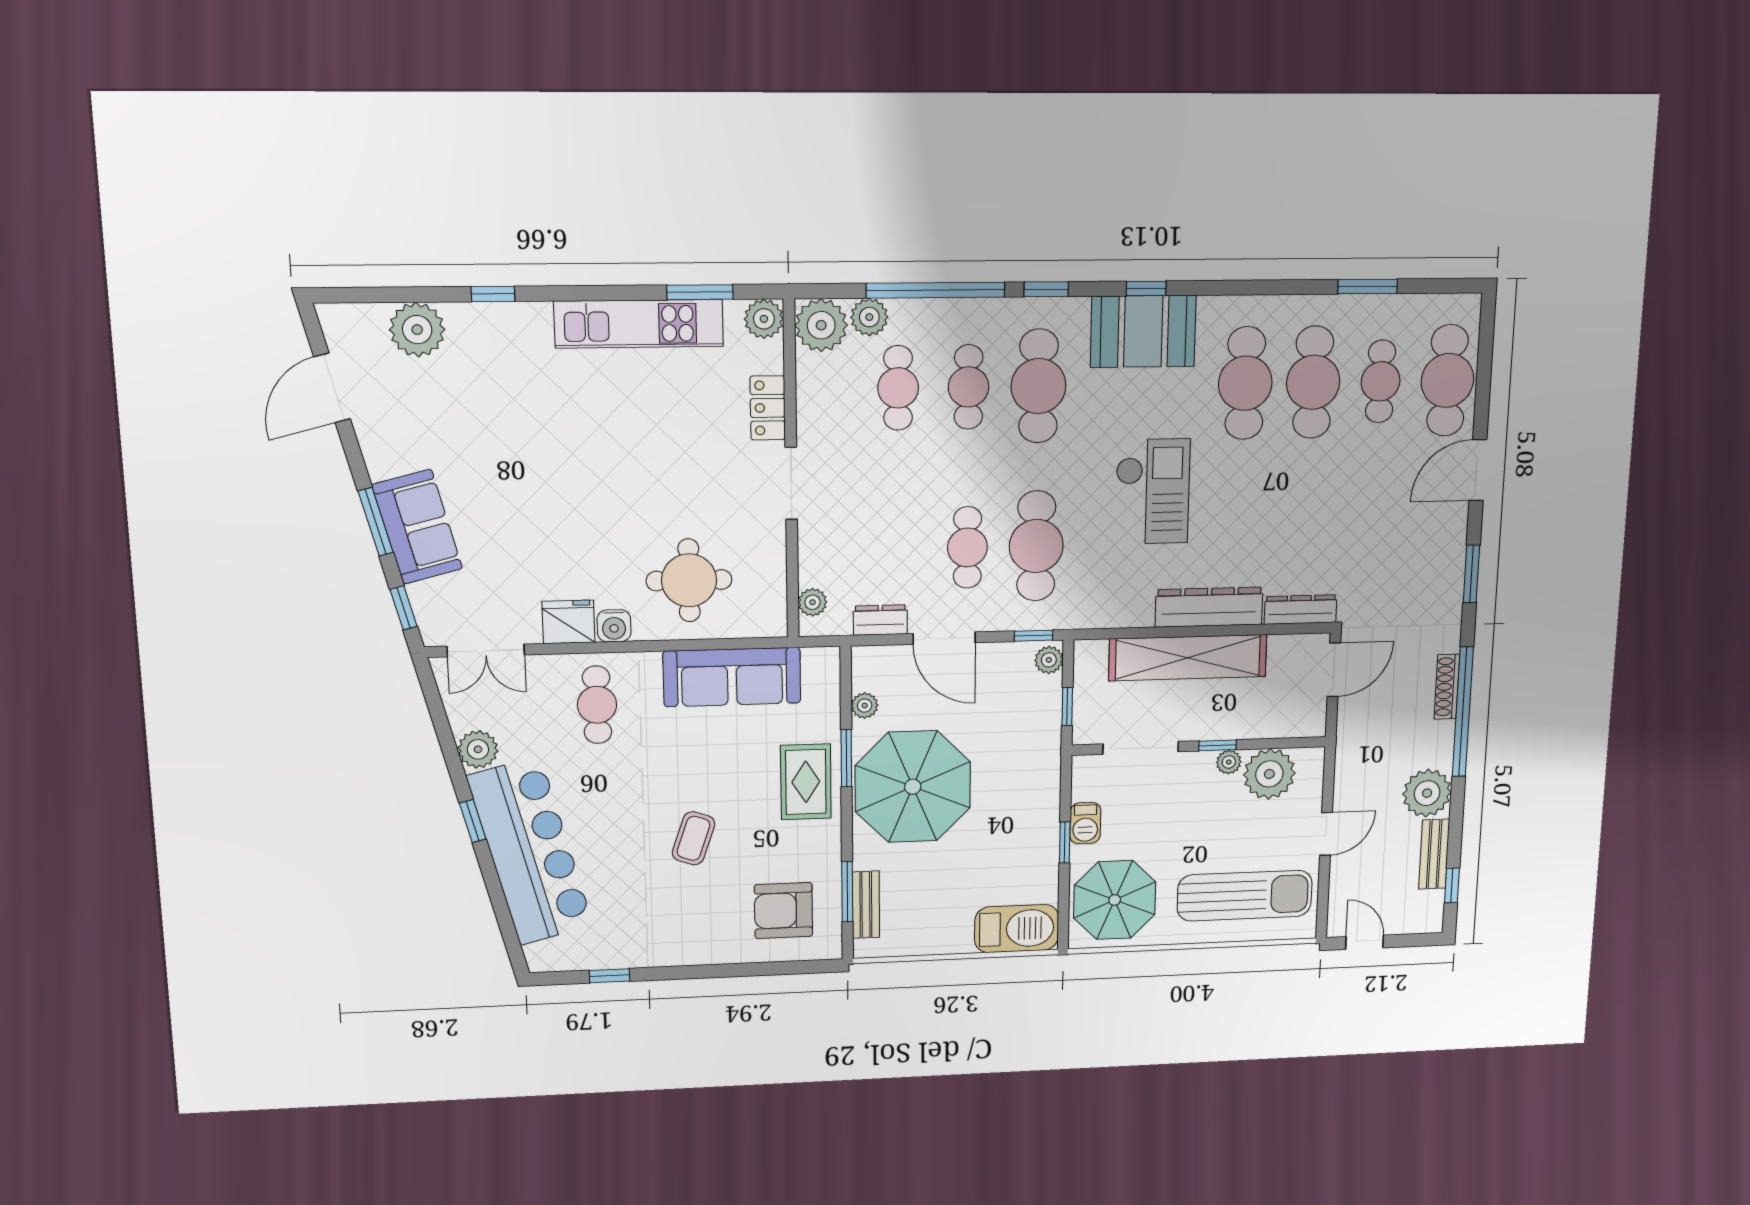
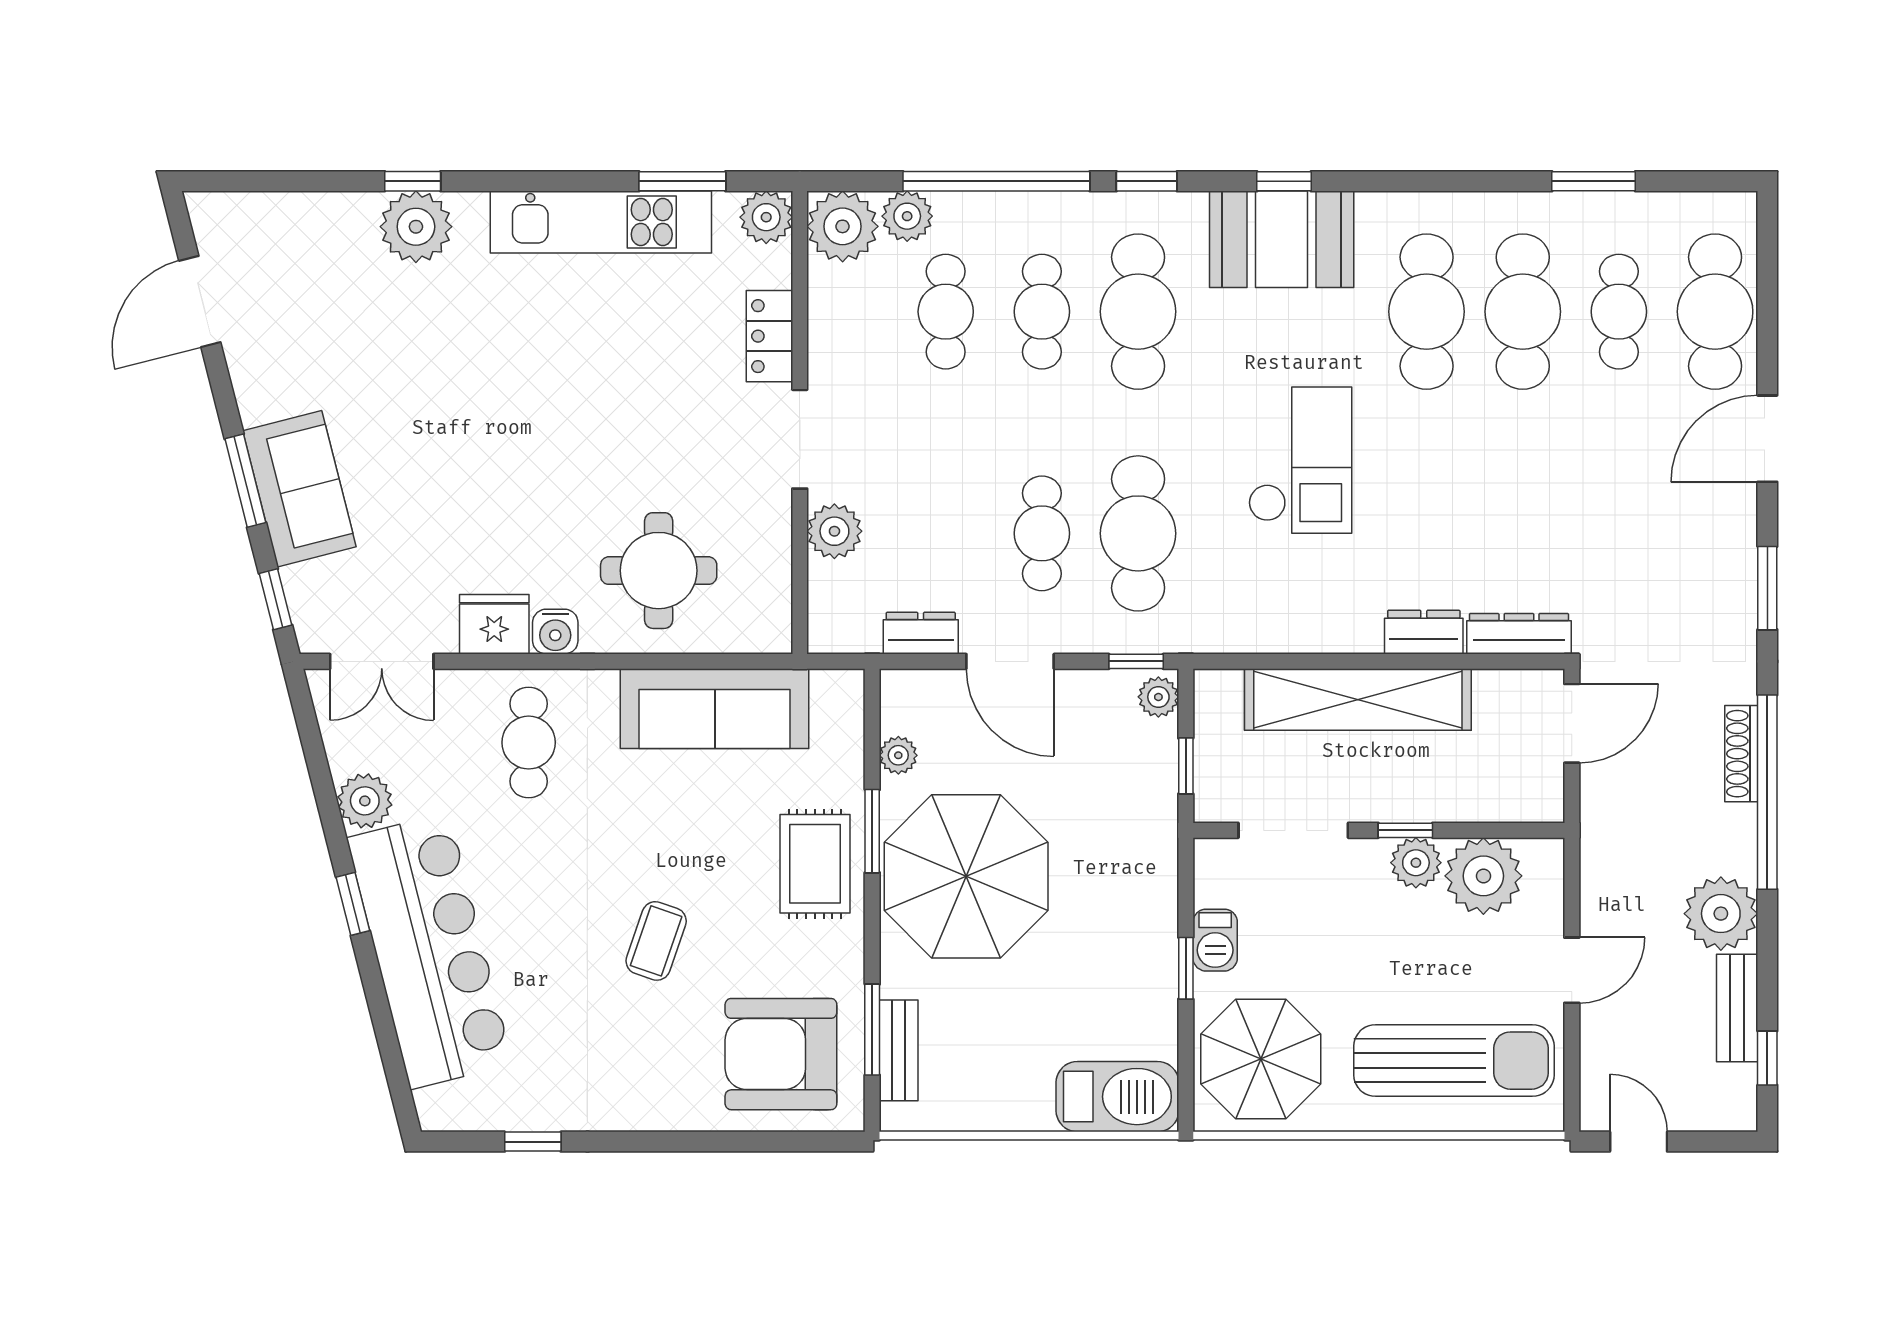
plant: (417, 330) -> (416, 227), moved
plant: (813, 602) -> (834, 531), moved, width x1.38, depth x1.38
dresser: (1209, 607) -> (1424, 632), width x0.51, depth x0.80
plant: (1229, 762) -> (1416, 863), width x1.38, depth x1.38
armchair: (784, 910) -> (781, 1054), width x1.36, depth x1.36

